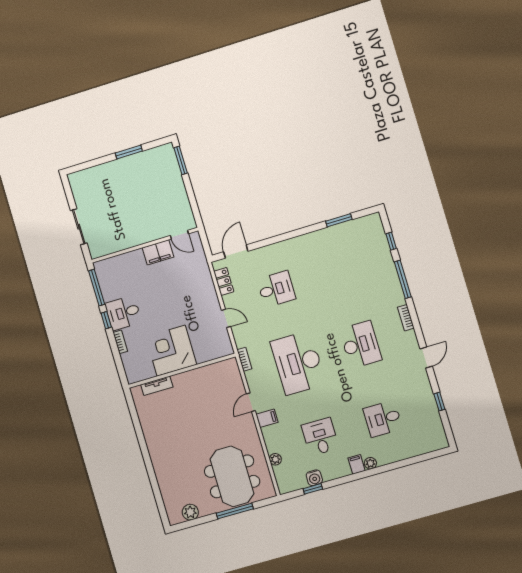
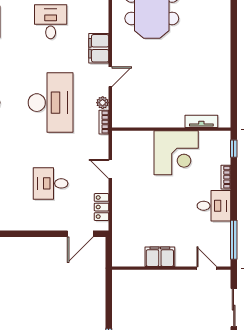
door: (179, 235) -> (207, 268), moved
window: (106, 320) -> (234, 149), moved
filing cabinet: (267, 418) -> (99, 48), width x2.00
desk: (320, 437) -> (51, 22), turned 180
plant: (275, 459) -> (103, 103), moved

